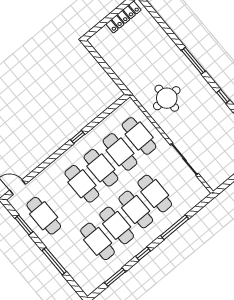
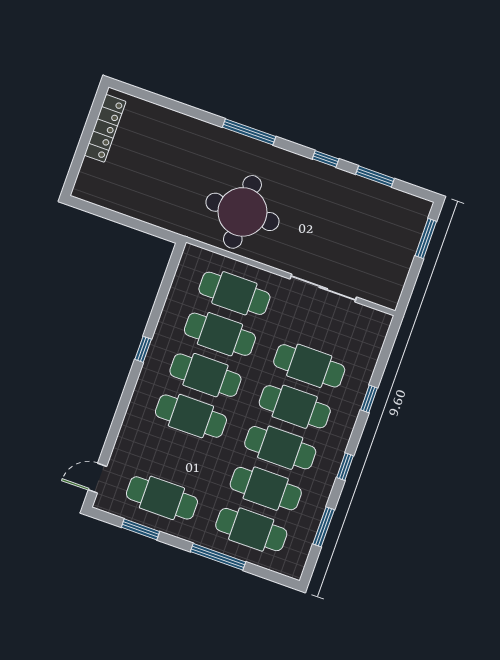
round table: (167, 98) -> (242, 212), width x1.36, depth x1.36
window: (175, 227) -> (369, 399), width x0.46
cafe table: (78, 257) -> (251, 530), added

